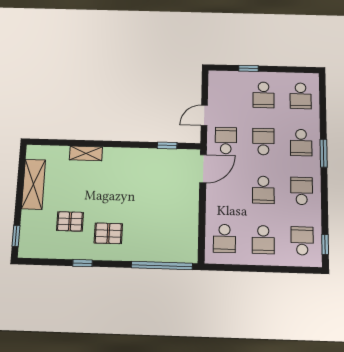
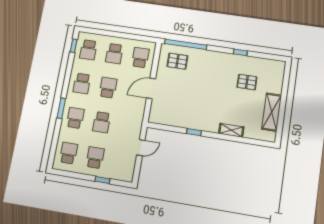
school desk: (226, 141) -> (128, 127), removed
window: (167, 145) -> (194, 132), moved
door: (203, 169) -> (151, 88), moved
pallet: (108, 233) -> (177, 61), moved
window: (16, 236) -> (286, 77), removed
school desk: (263, 240) -> (114, 54), turned 180

